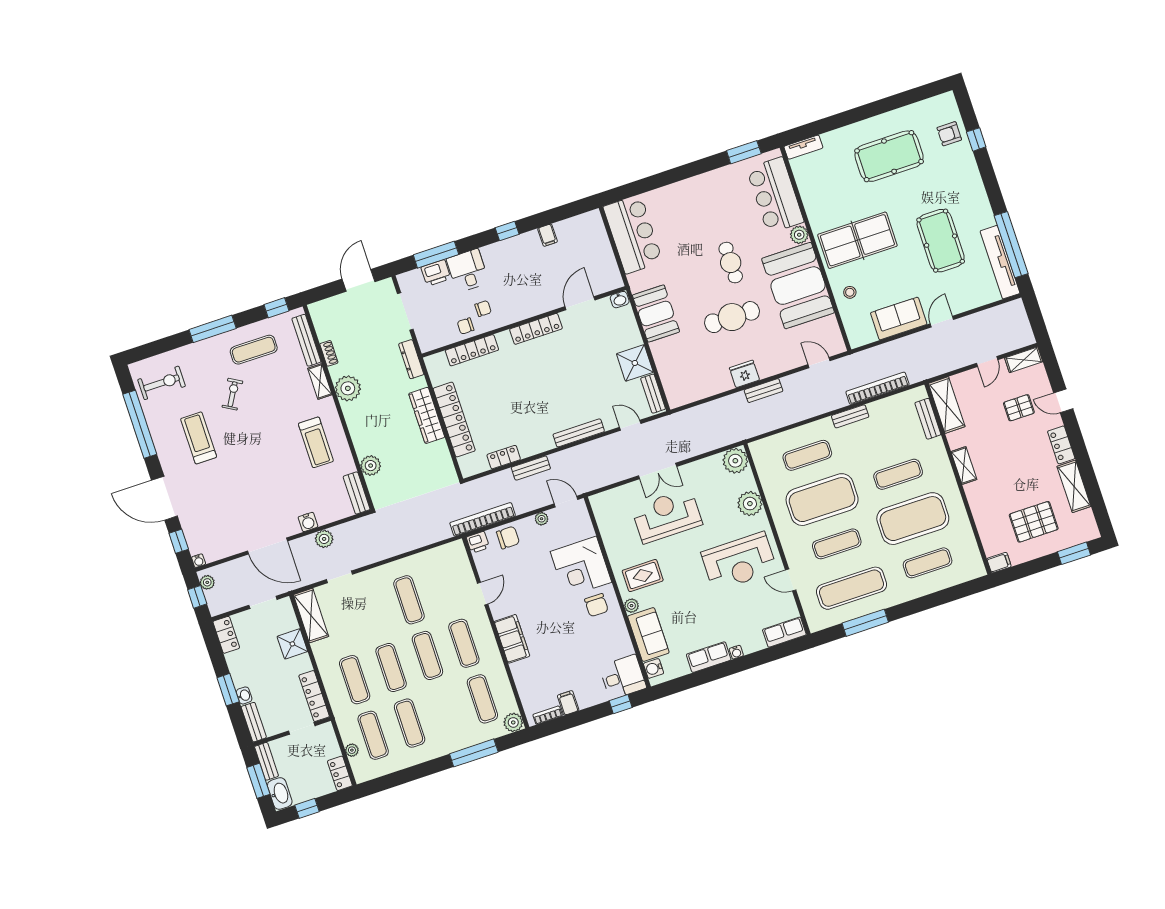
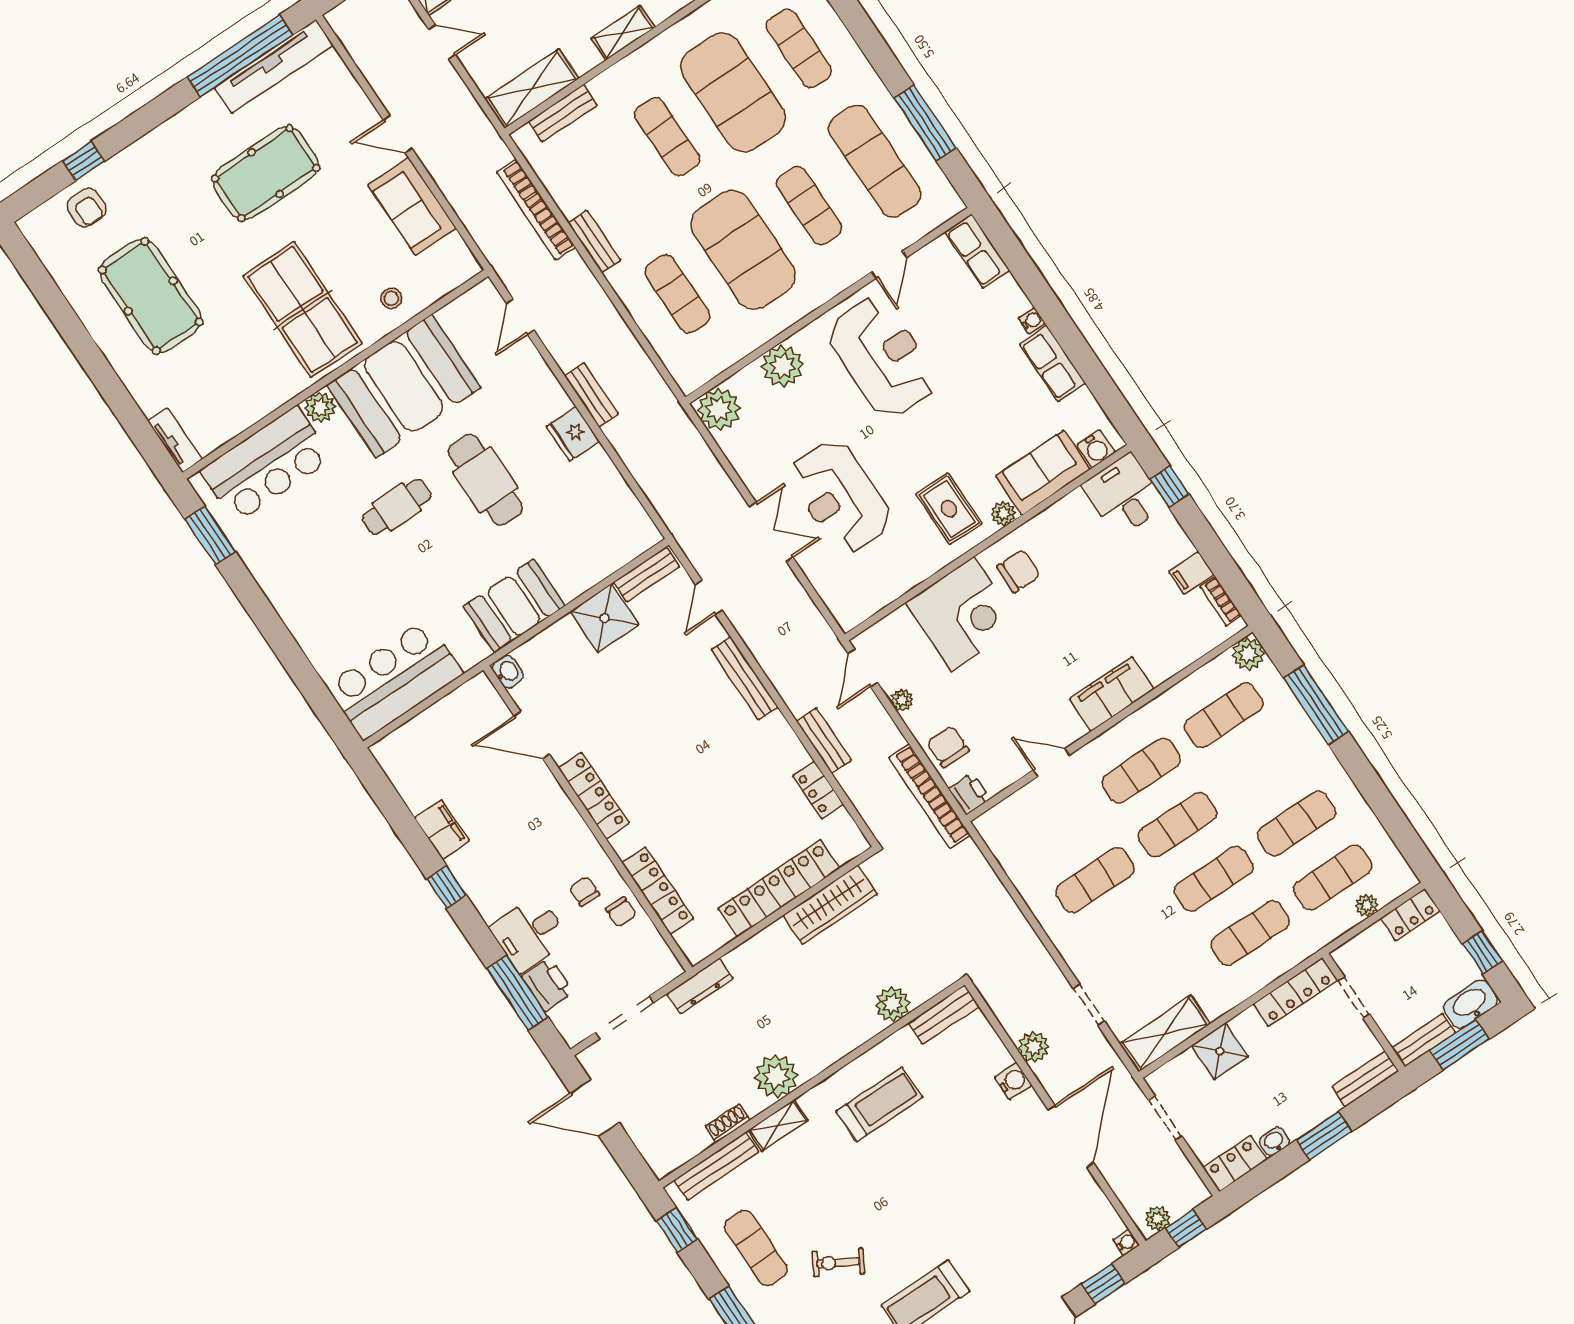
filing cabinet: (548, 235) -> (442, 829), width x2.00
wardrobe: (427, 415) -> (830, 905), moved
washbasin: (244, 695) -> (1274, 1141), moved

